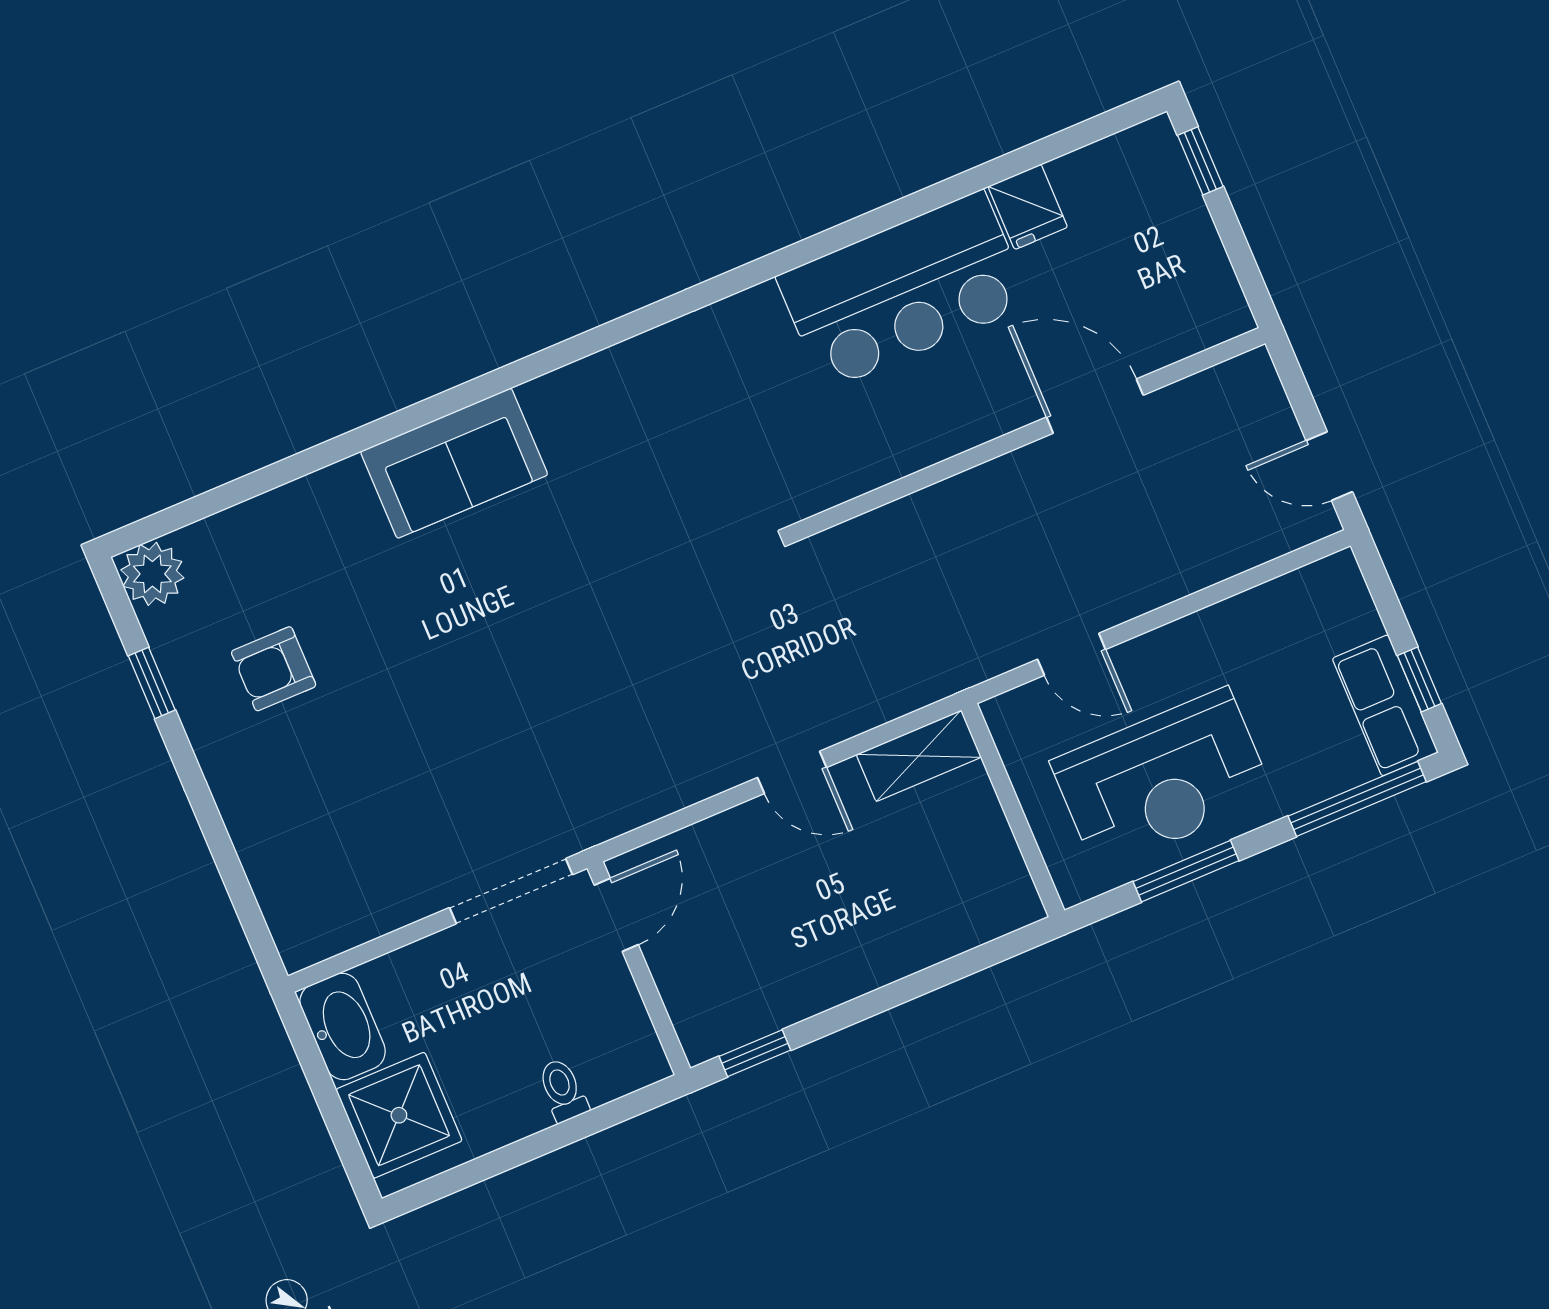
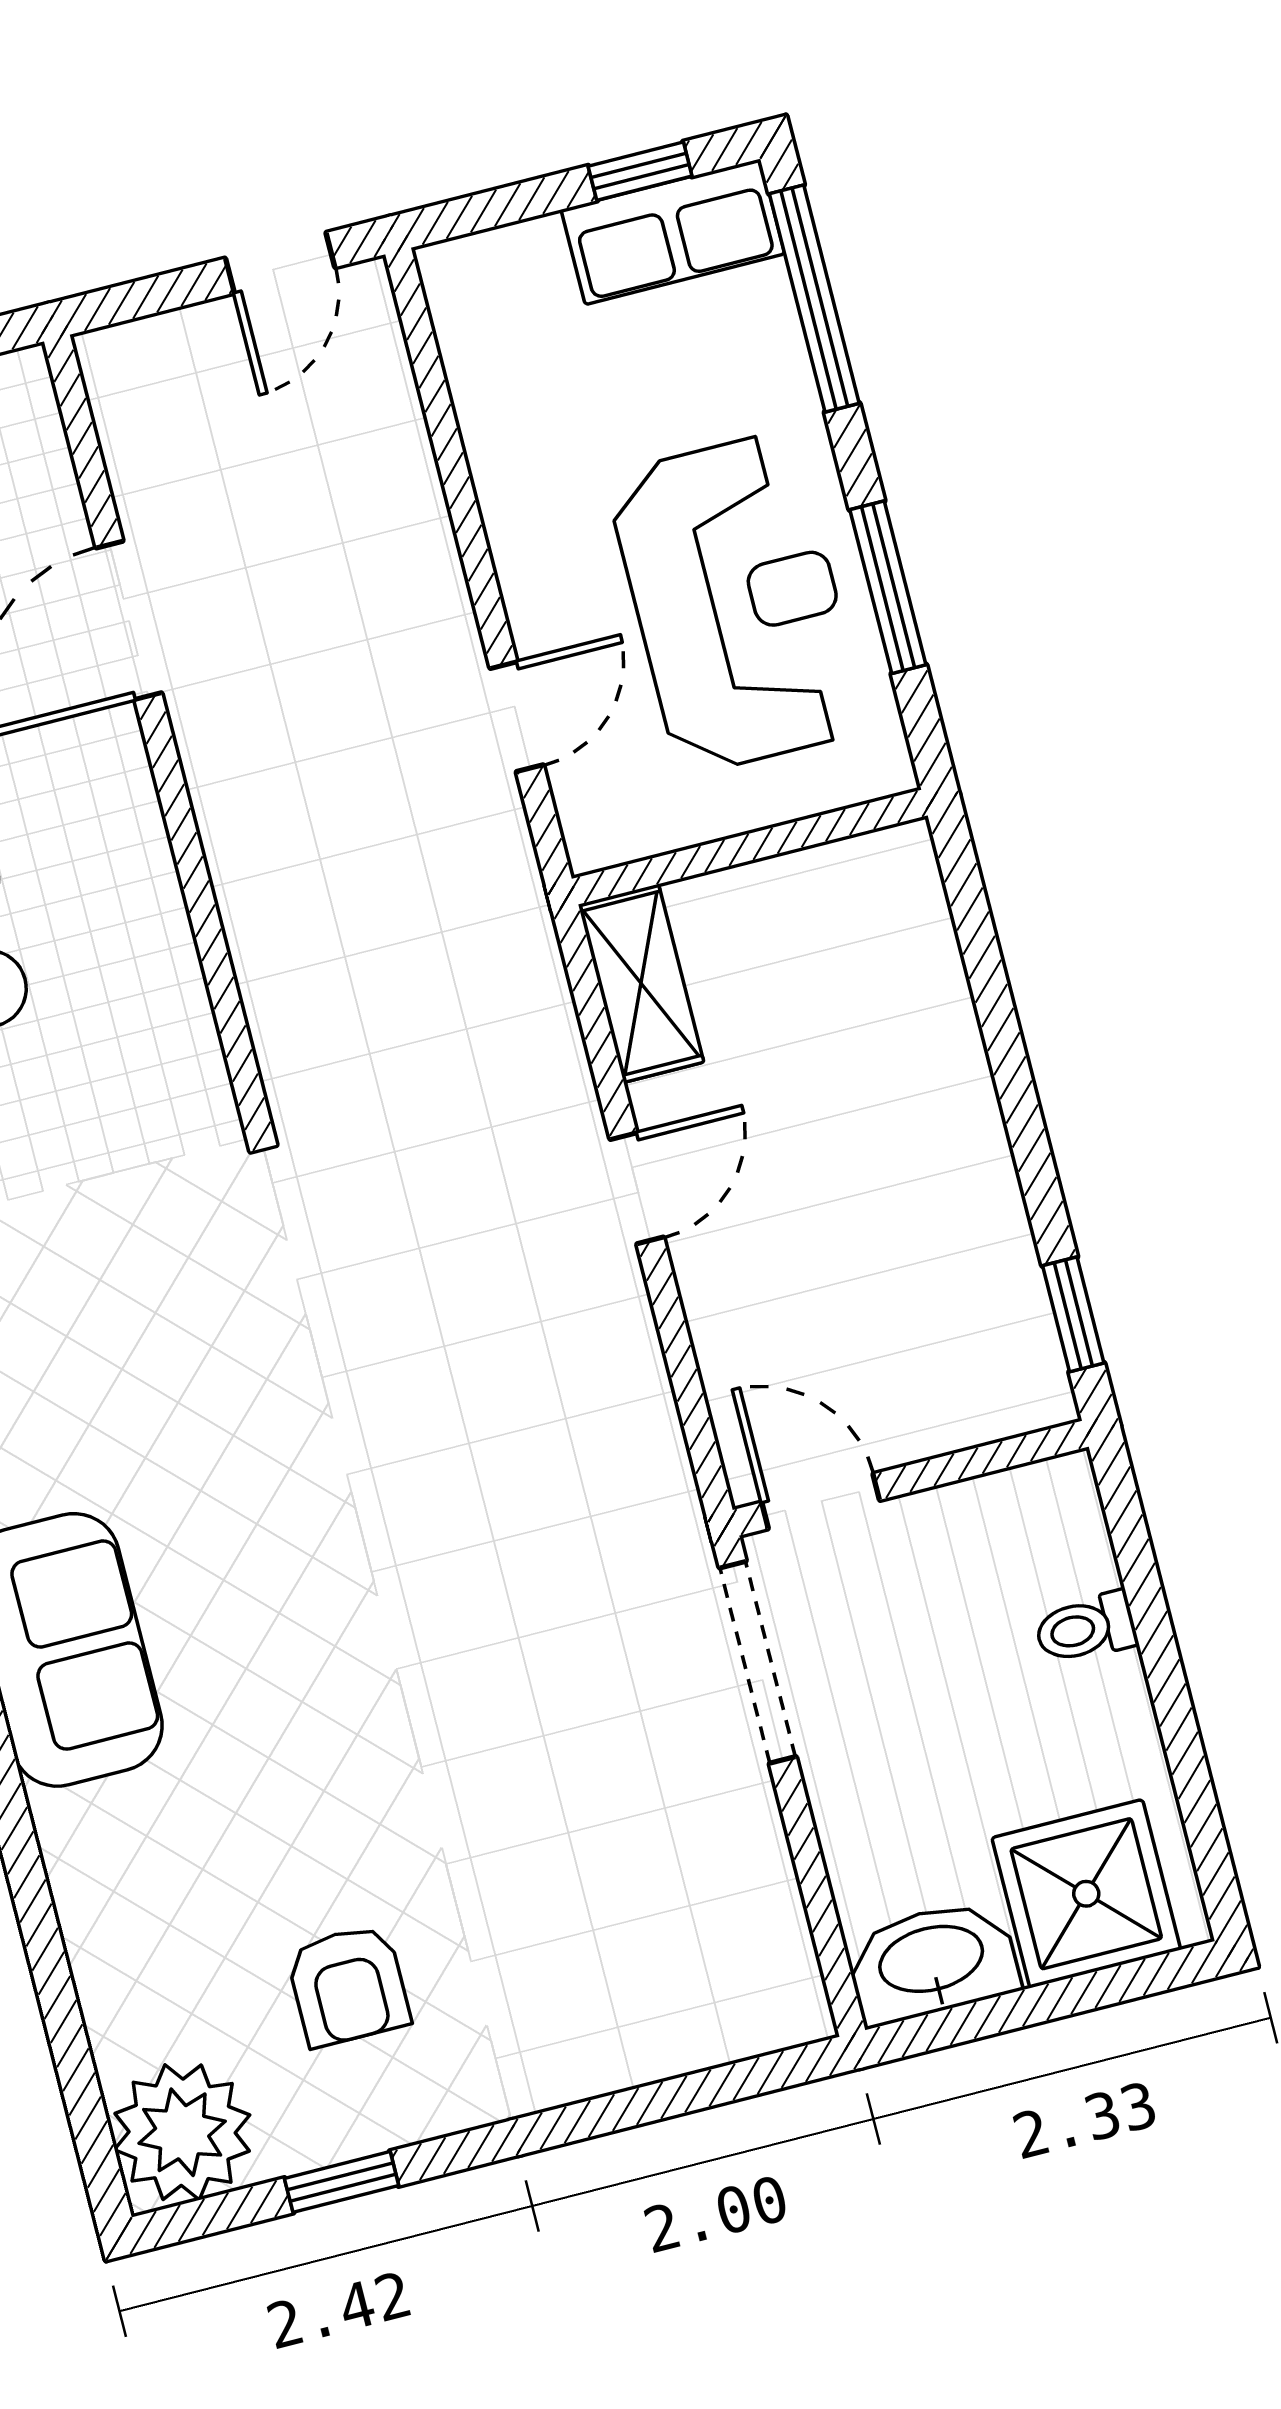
plant: (152, 574) -> (182, 2132), width x1.36, depth x1.36

